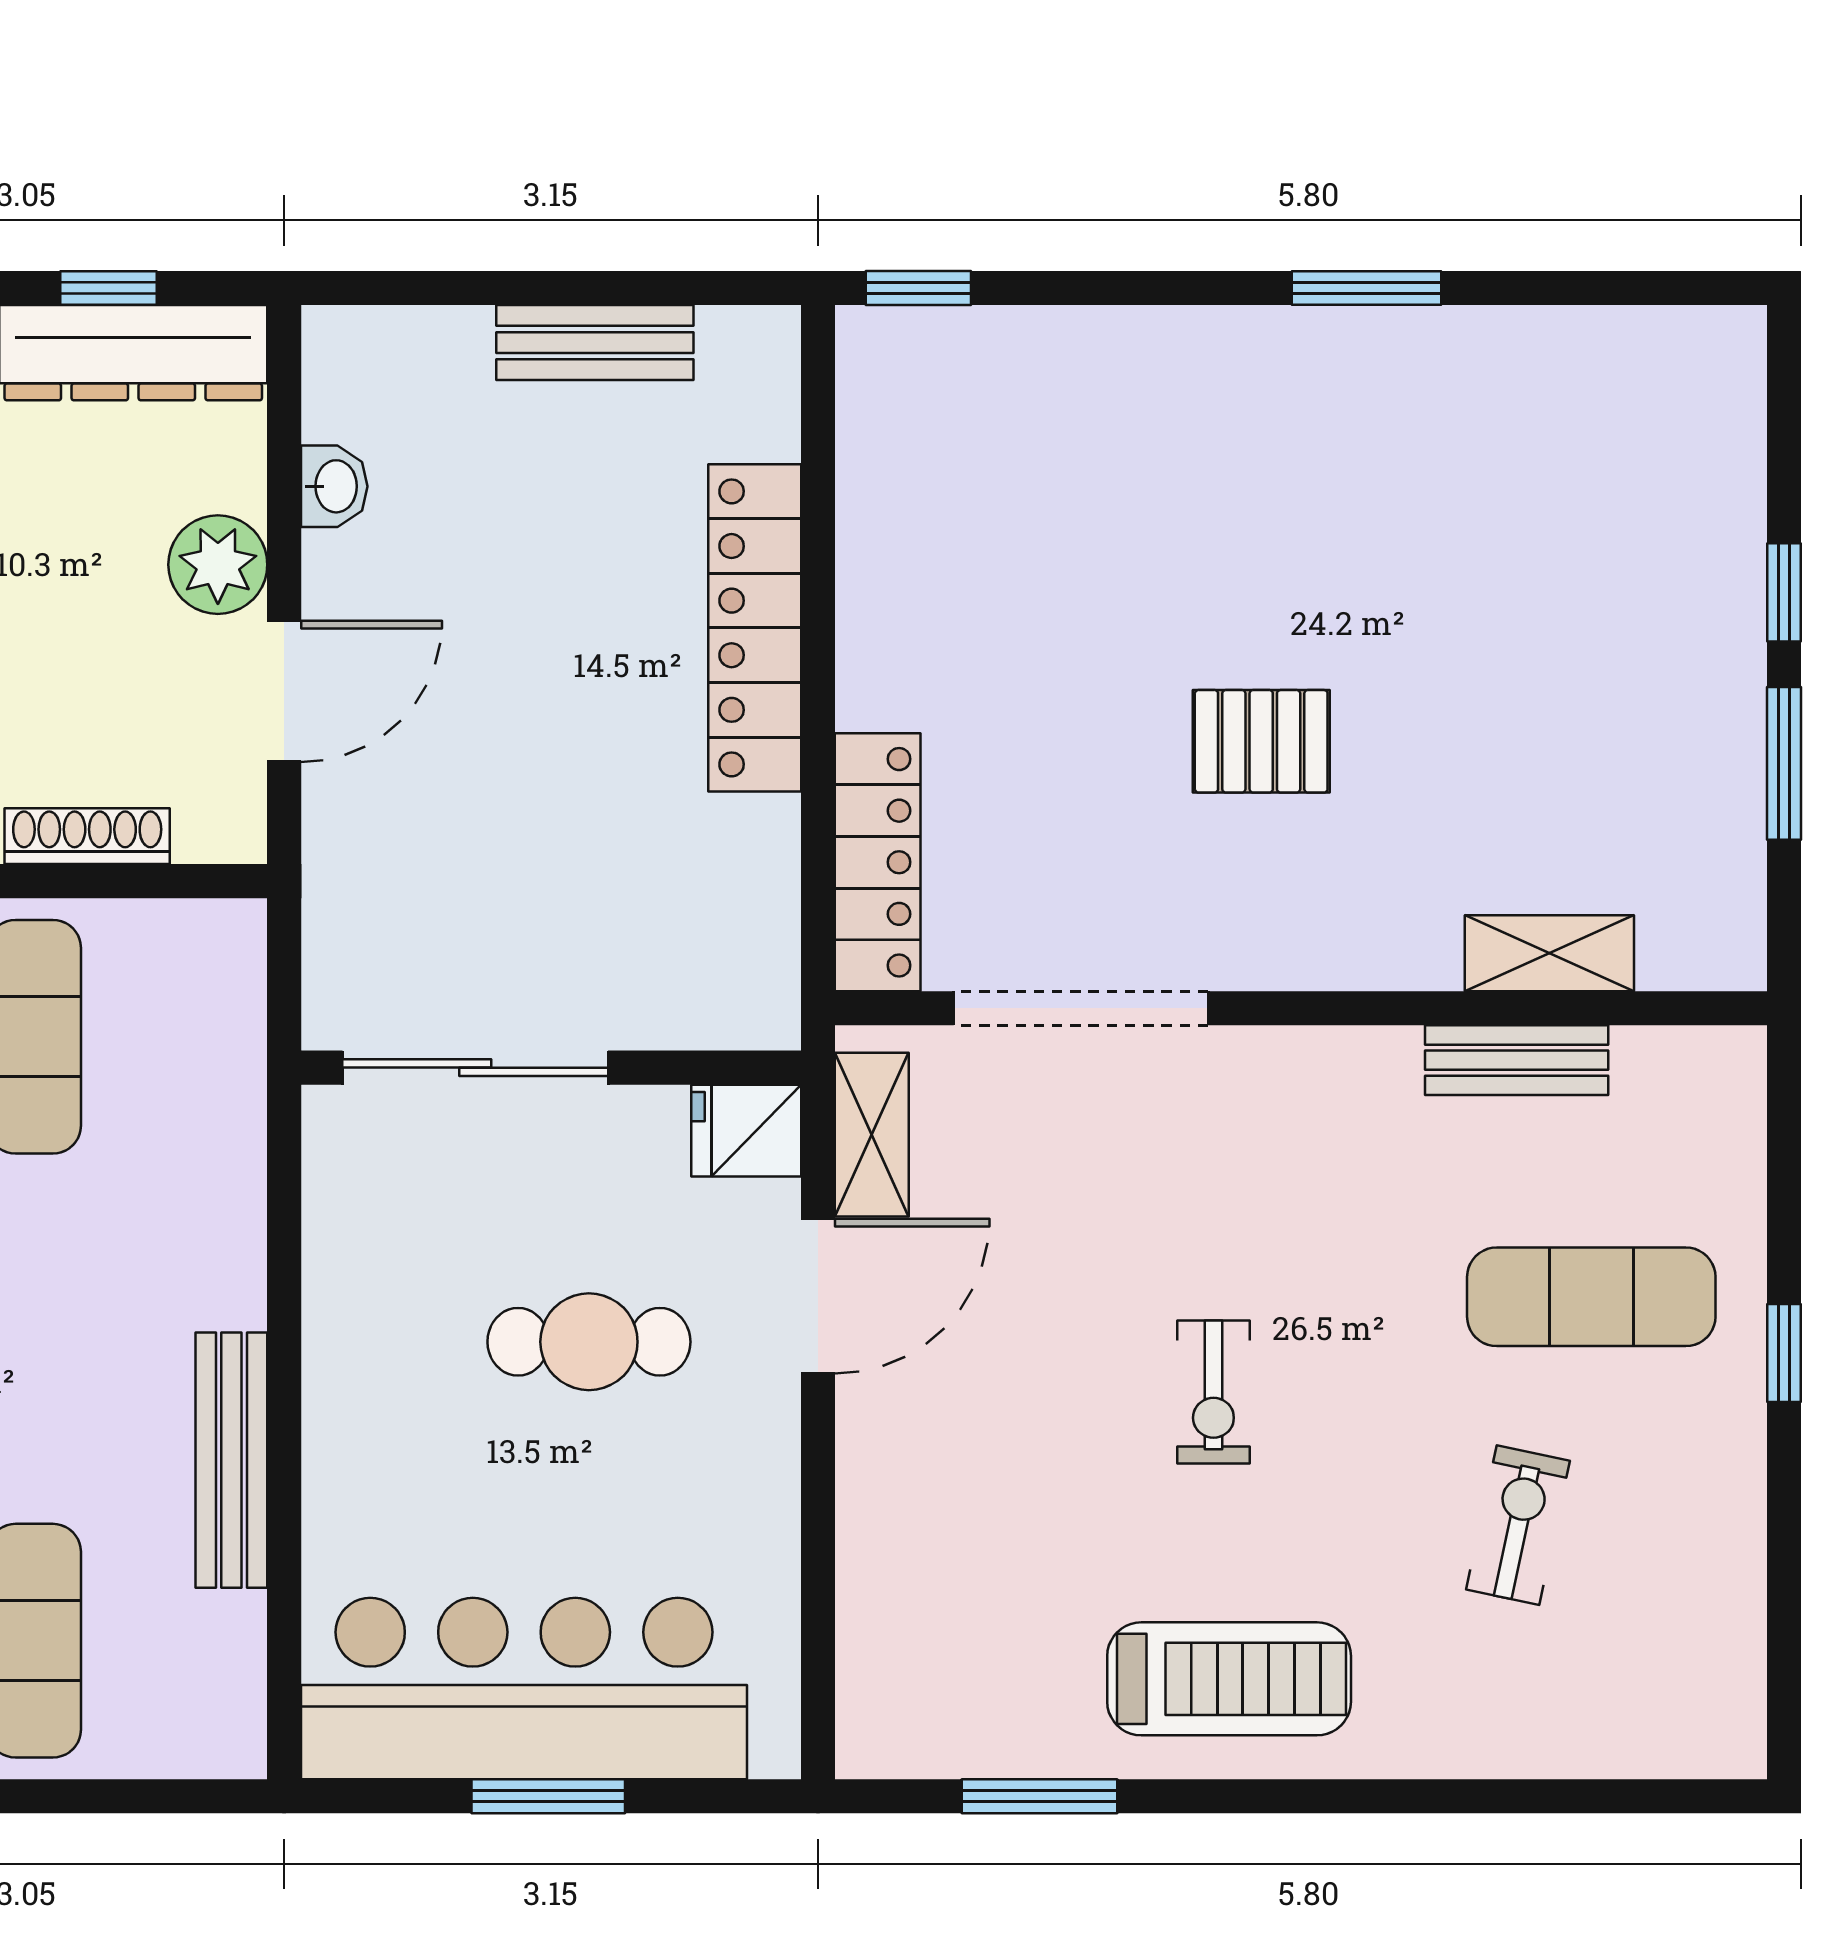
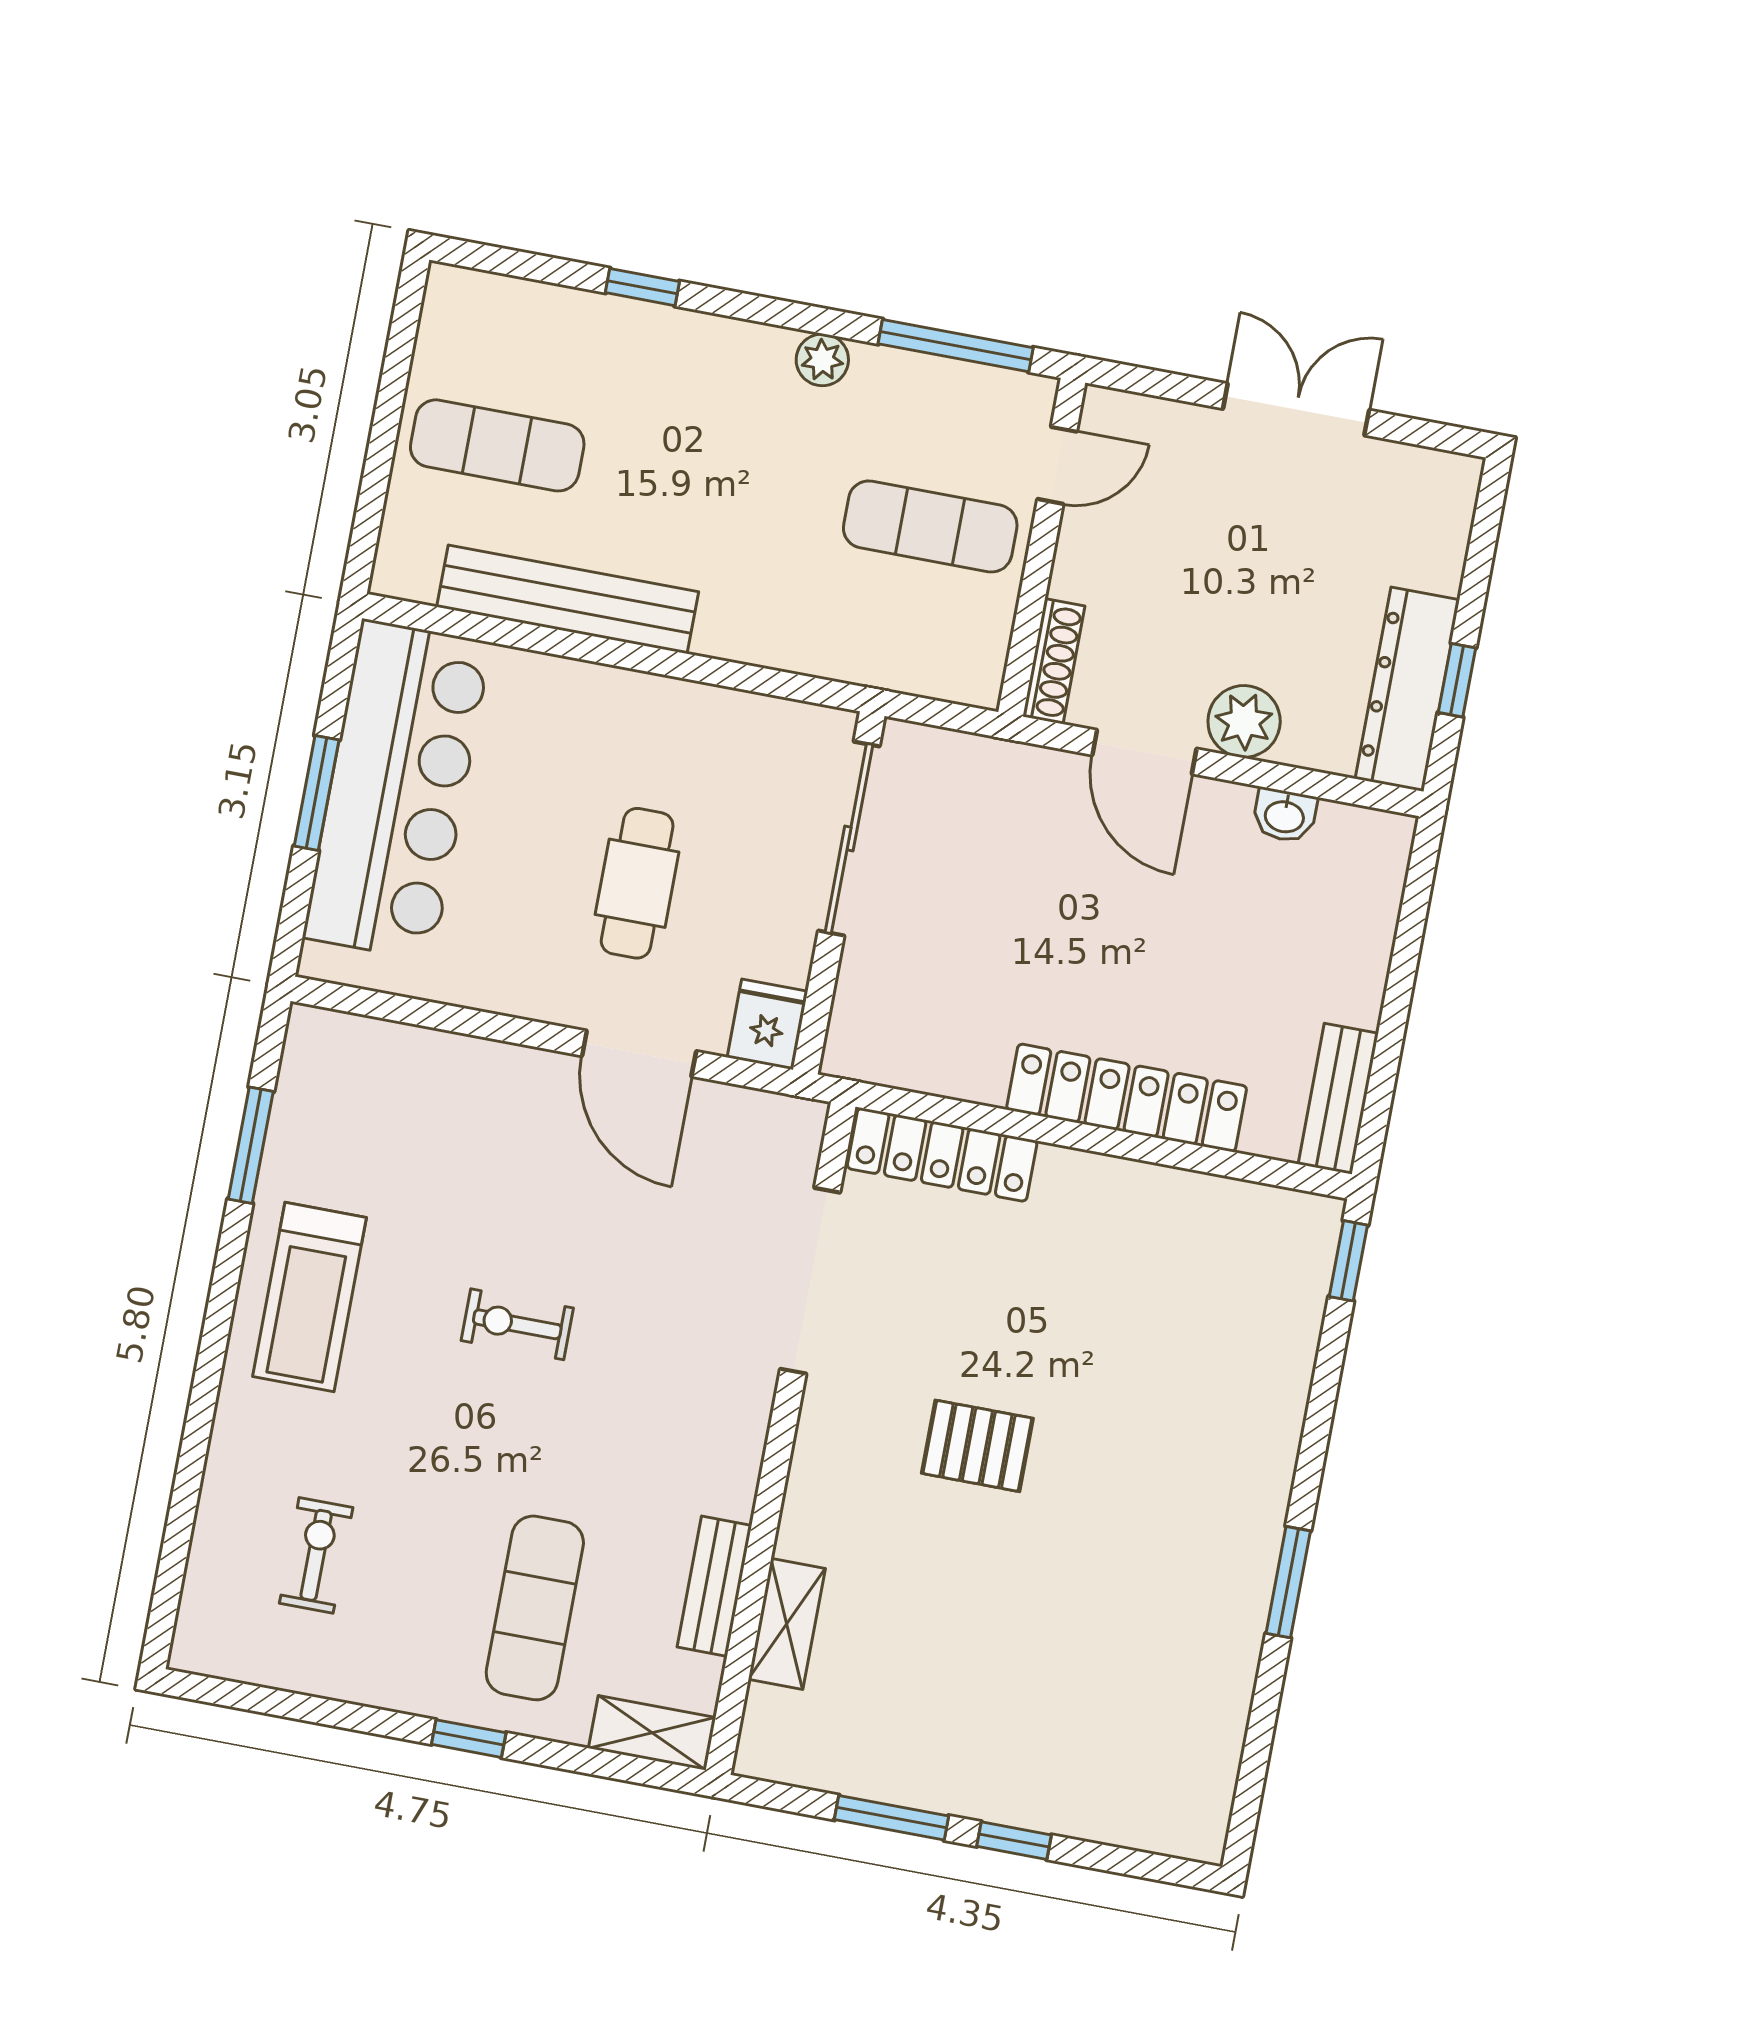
bench: (595, 343) -> (1338, 1099), moved
pallet: (1261, 741) -> (977, 1446), turned 90
shoe rack: (87, 836) -> (1054, 661), moved
shelving: (872, 1135) -> (652, 1733), moved
bench: (231, 1460) -> (568, 599), width x1.37, depth x1.21
exercise bike: (1518, 1525) -> (316, 1555), moved, turned -102

